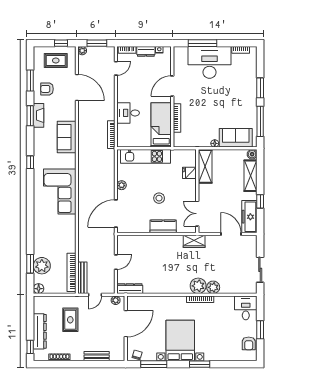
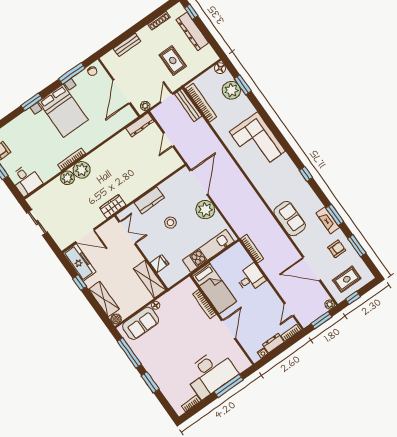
plant: (122, 185) -> (205, 210), width x1.88, depth x1.88
corner sofa: (60, 192) -> (257, 141), moved, turned 180

